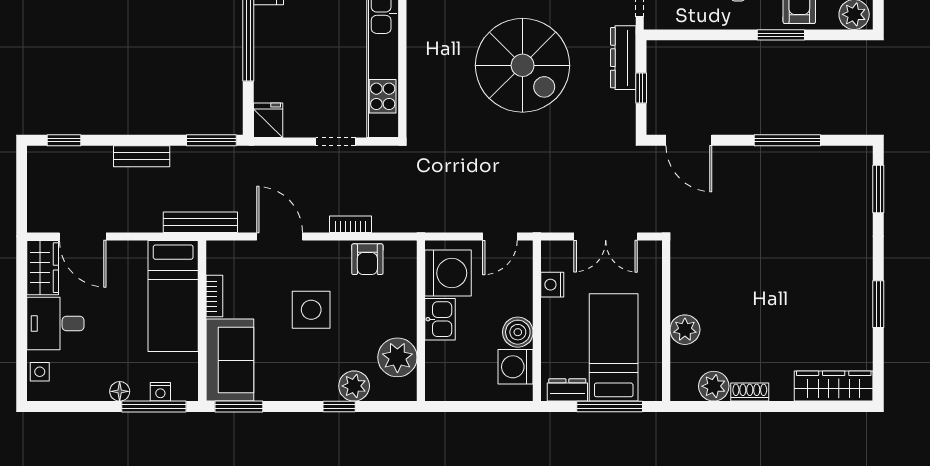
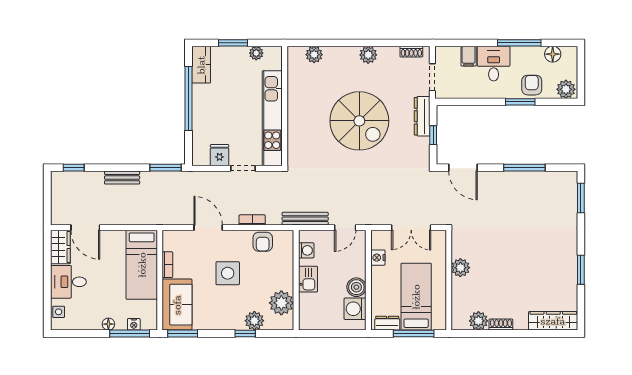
fridge: (268, 120) -> (220, 155), moved
bench: (200, 222) -> (305, 219), moved
washing machine: (448, 273) -> (306, 250), width x0.53, depth x0.53
plant: (685, 330) -> (460, 268), moved

